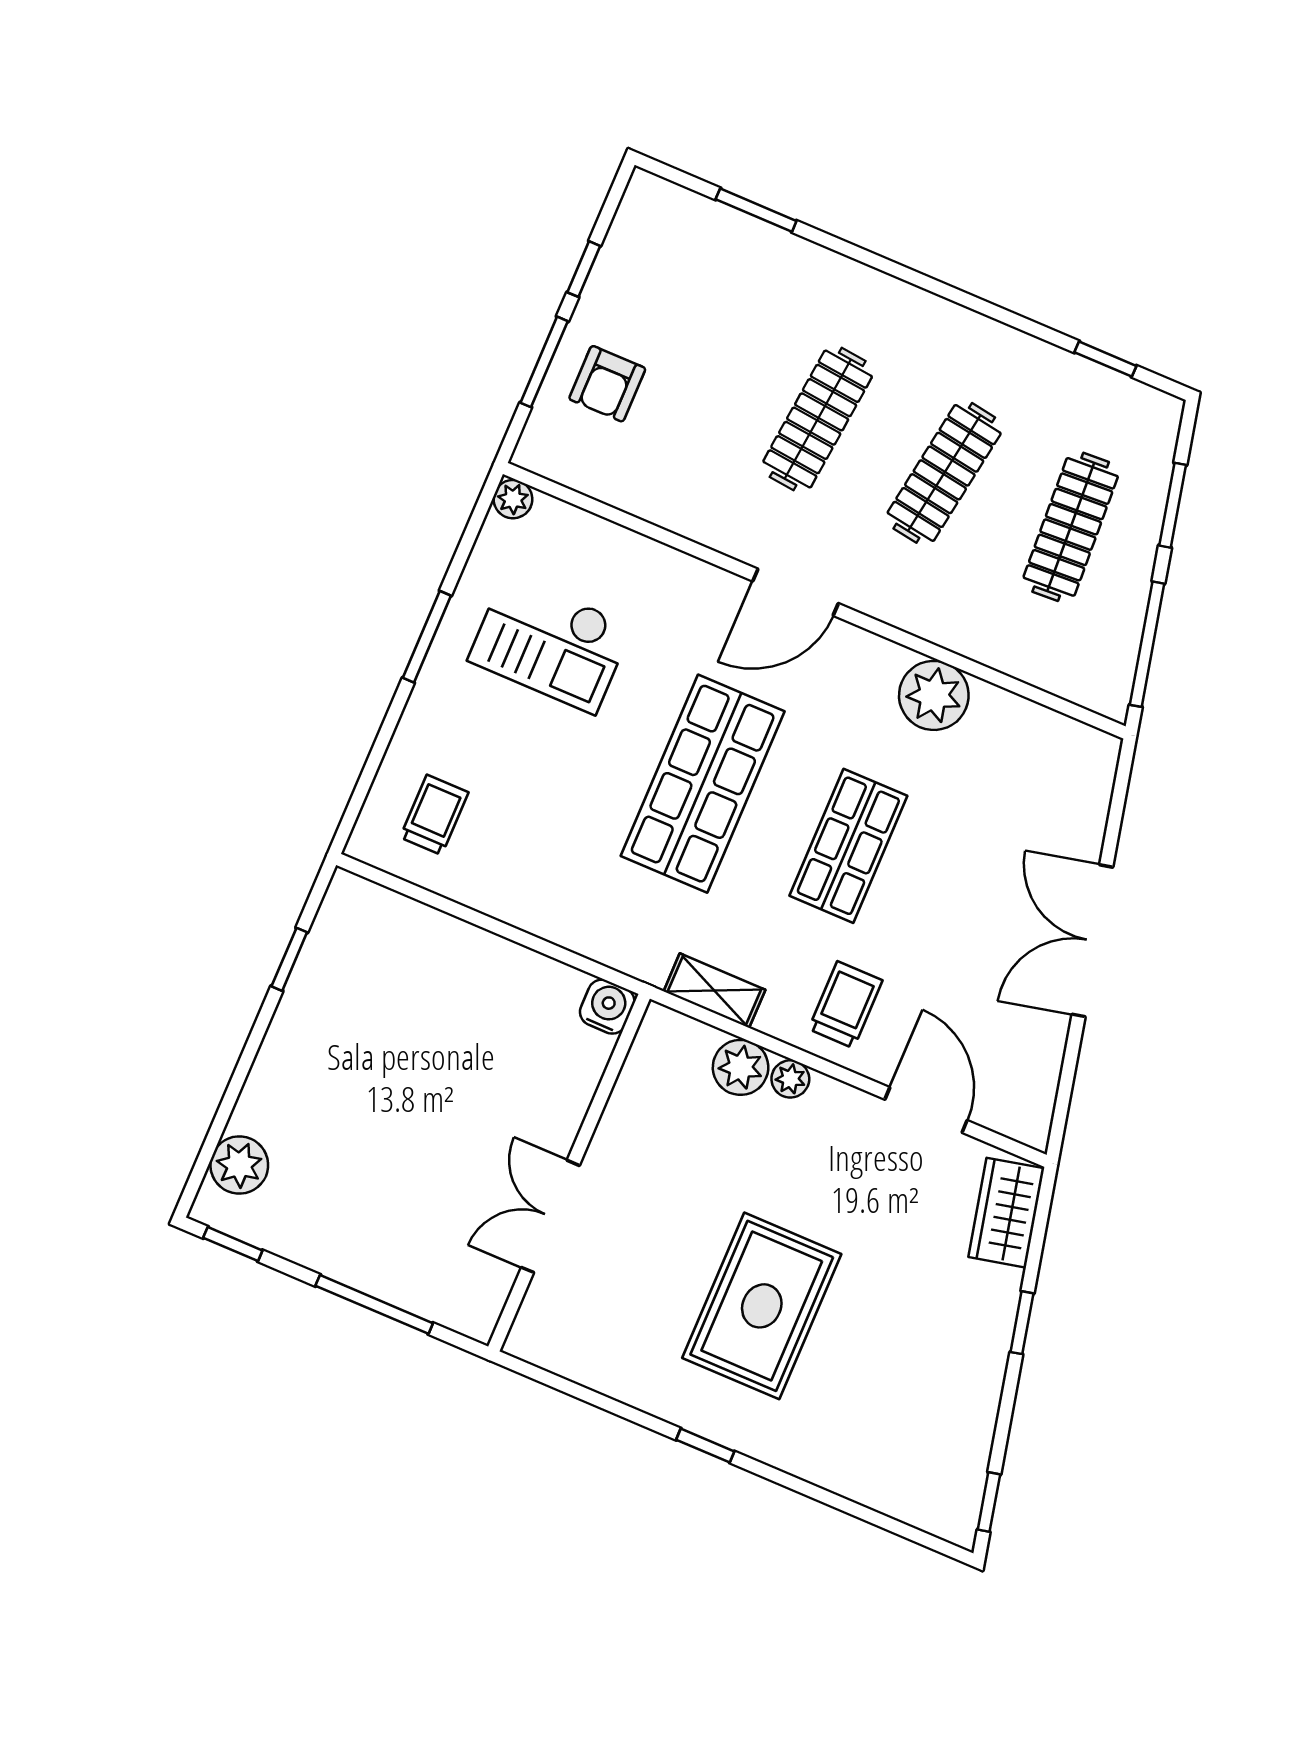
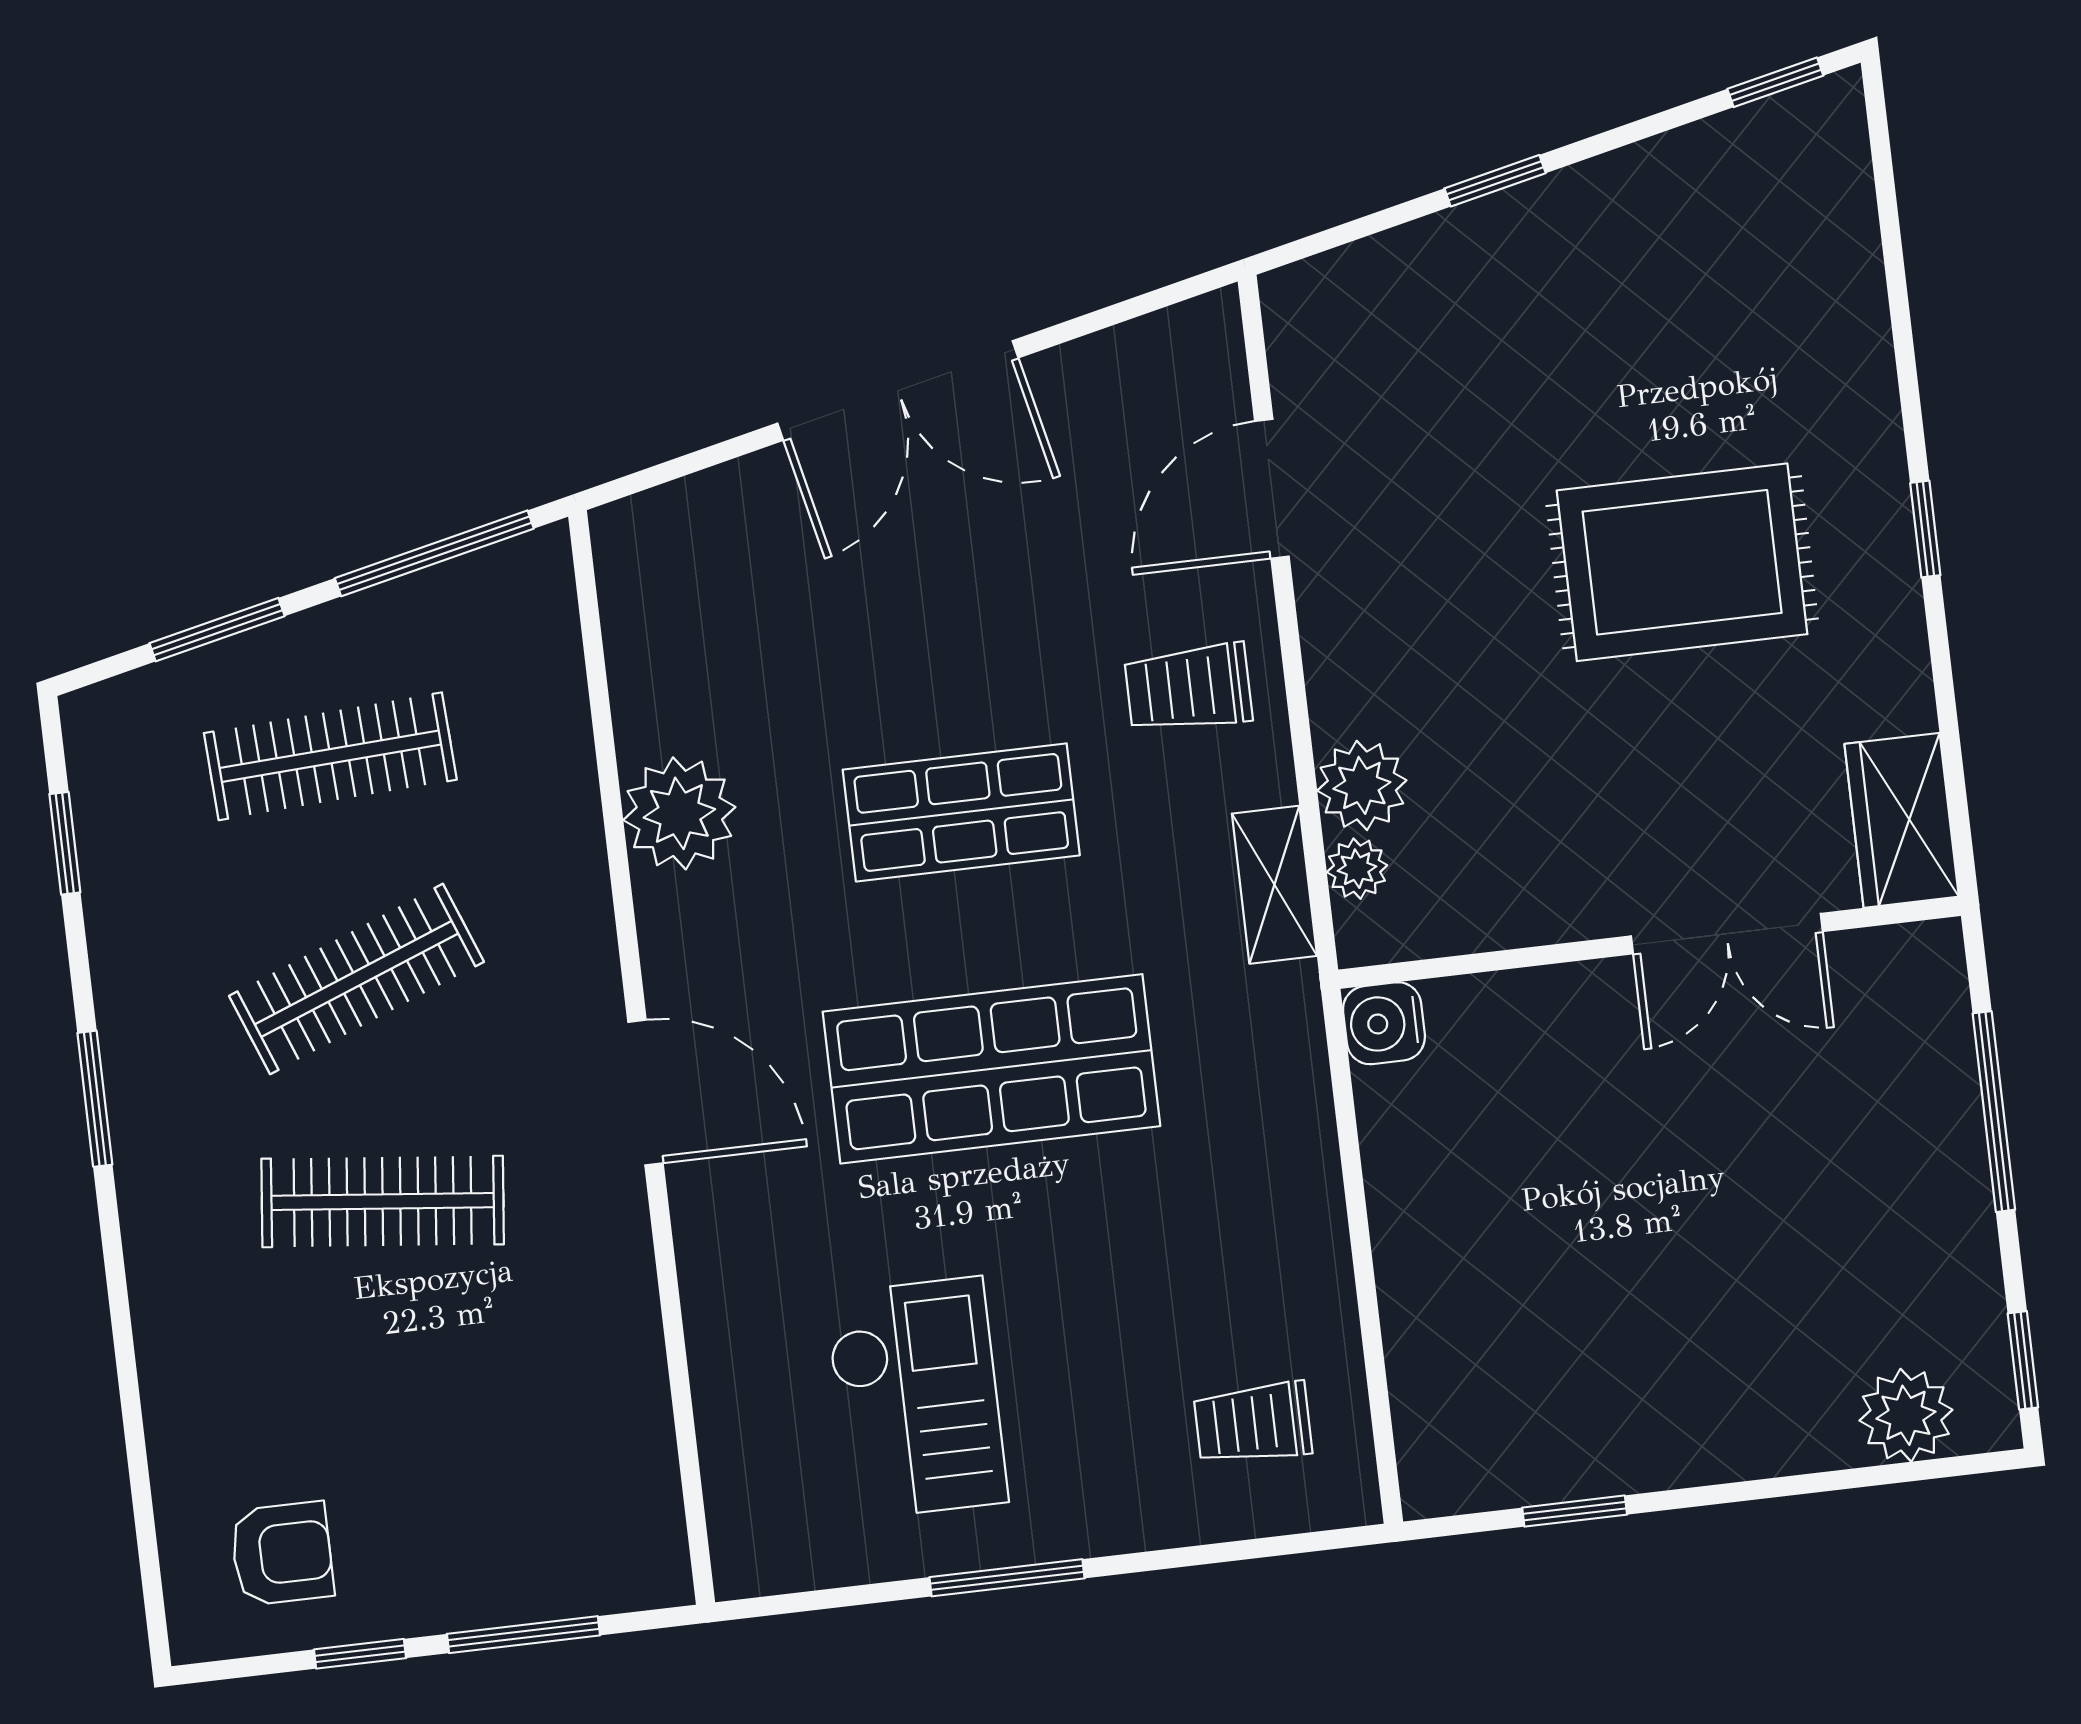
window: (756, 210) -> (95, 1099), moved
armchair: (607, 384) -> (282, 1554), moved
clothes rail: (944, 473) -> (356, 979), turned -30
plant: (513, 499) -> (743, 1568), removed
plant: (790, 1079) -> (1357, 869), moved
wardrobe: (1006, 1213) -> (1902, 820), moved, turned 103

